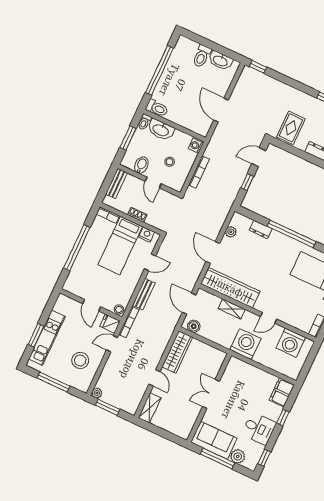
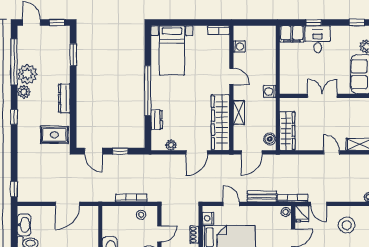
washing machine: (196, 146) -> (109, 211), removed
stool: (170, 162) -> (141, 215), moved
washing machine: (291, 343) -> (239, 46), width x0.53, depth x0.53
washing machine: (245, 344) -> (270, 91), width x0.53, depth x0.53
wardrobe: (177, 352) -> (287, 131), moved, turned 90
door: (154, 378) -> (331, 152), hinge flipped
double door: (211, 394) -> (322, 96), swing flipped
desk: (259, 428) -> (318, 39), moved

